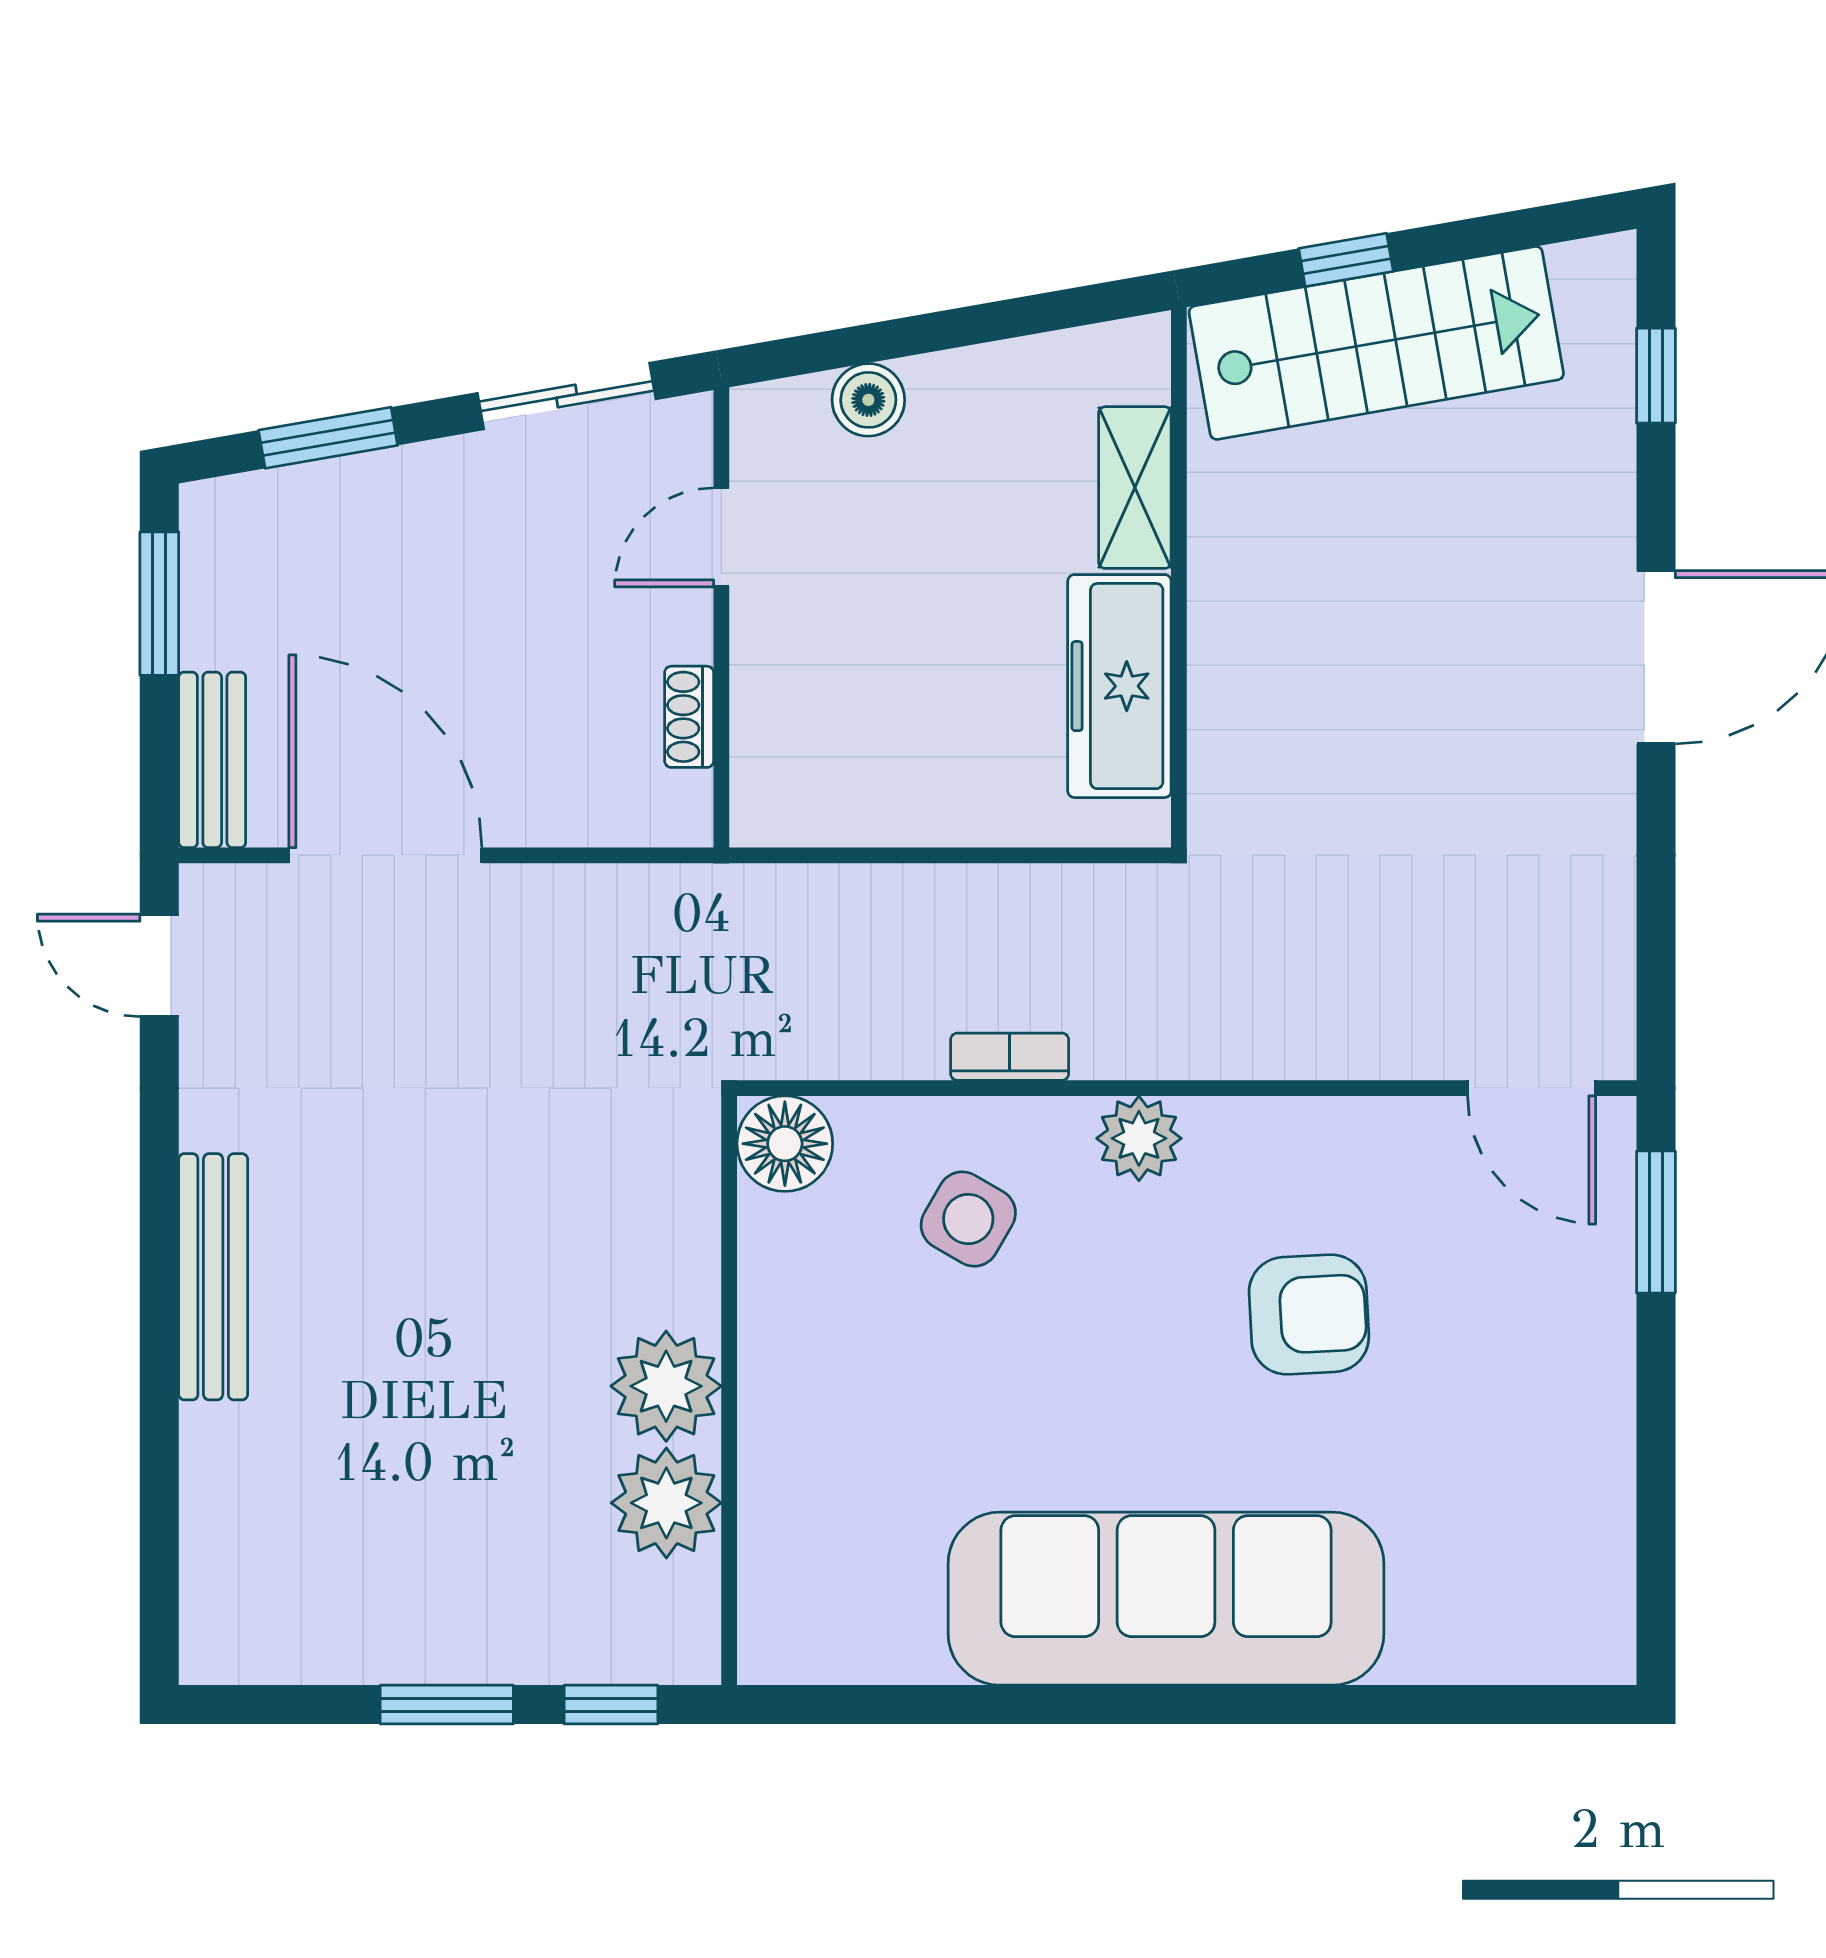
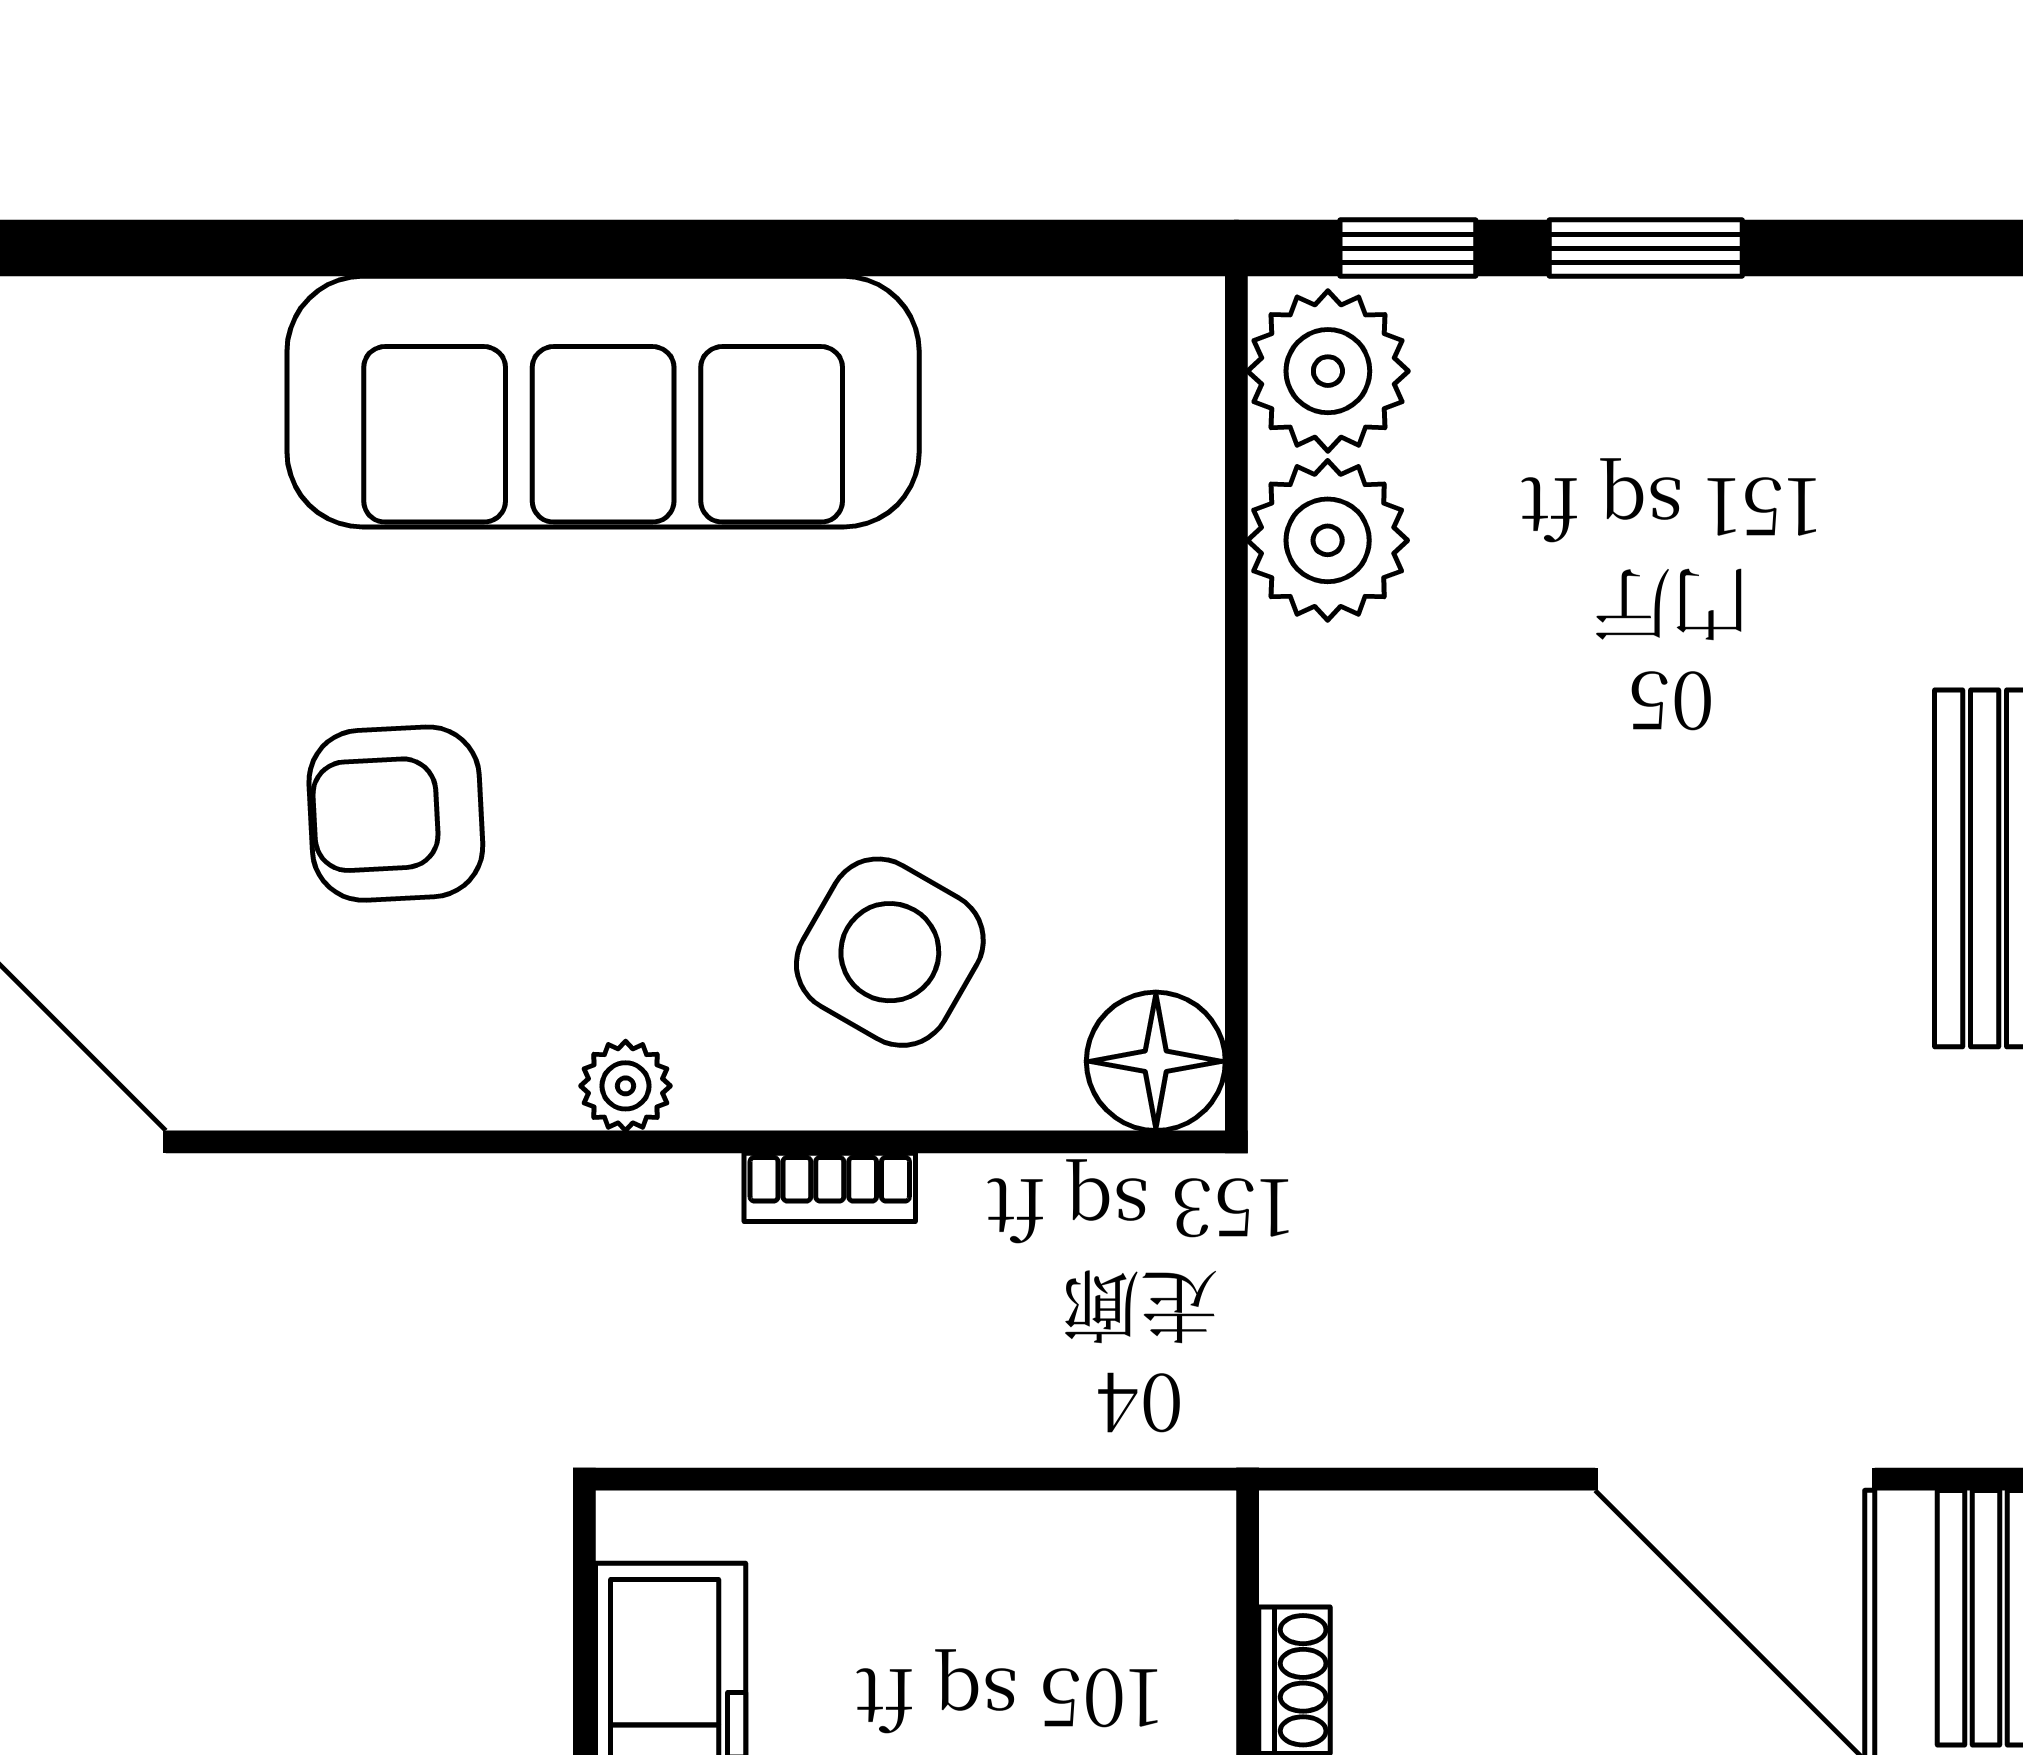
plant: (1139, 1138) -> (626, 1086), width x0.73, depth x0.73
side table: (968, 1219) -> (890, 952), width x1.37, depth x1.37
plant: (666, 1386) -> (1328, 371), moved

